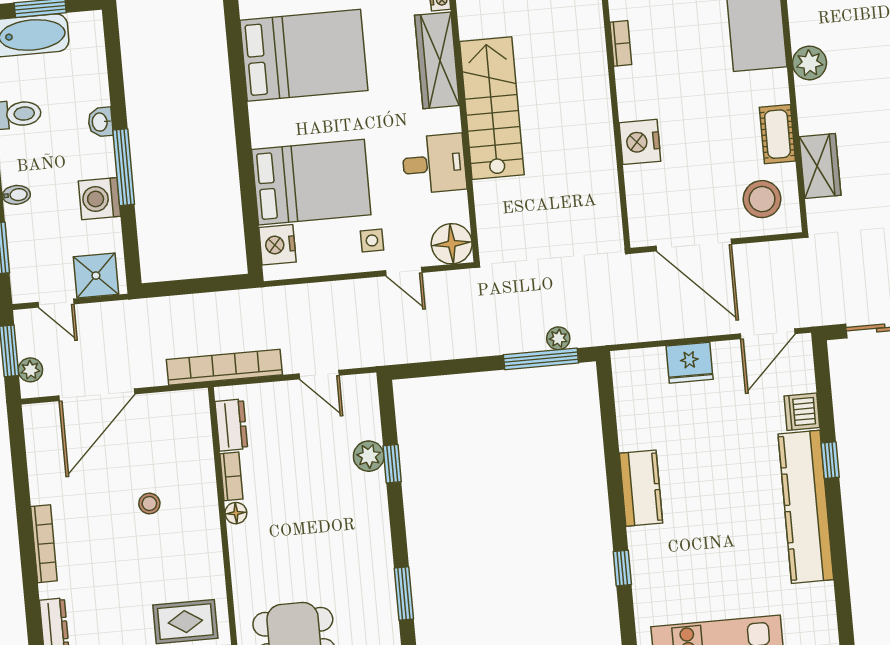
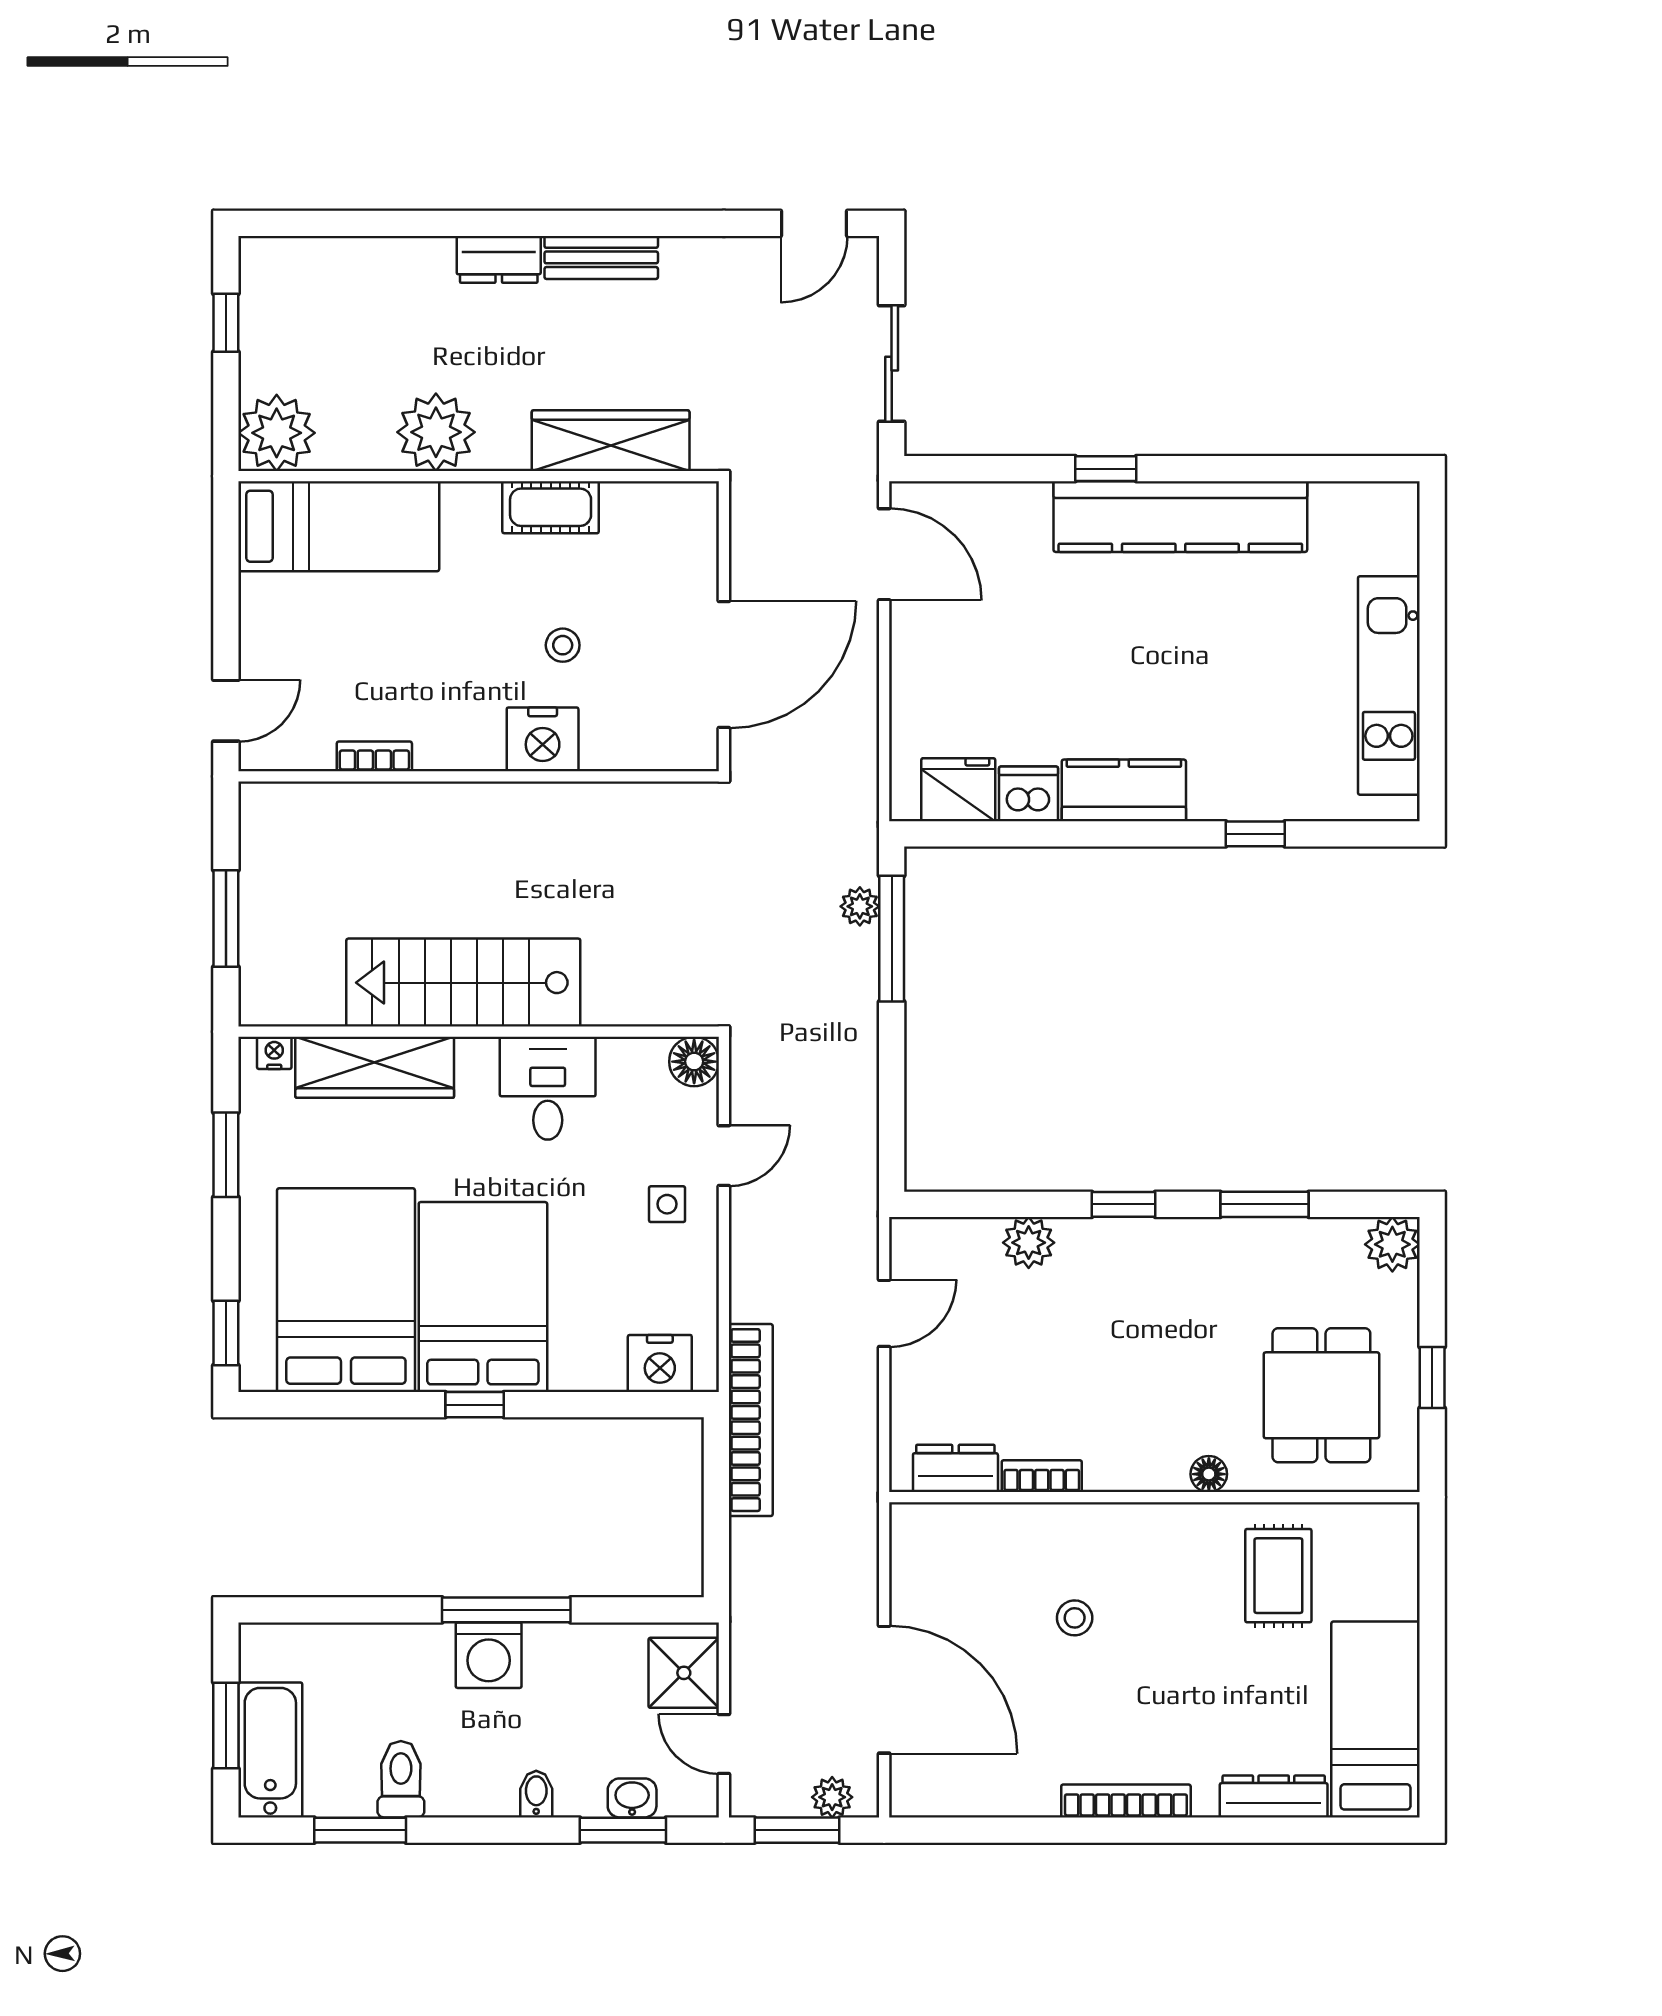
plant: (809, 63) -> (436, 432), width x1.36, depth x1.36
washbasin: (100, 122) -> (632, 1798), moved, turned 180
window: (243, 138) -> (475, 1405), added
wardrobe: (820, 166) -> (611, 441), width x1.50
bed: (311, 182) -> (483, 1297), moved
washing machine: (99, 199) -> (489, 1655), moved
stool: (762, 199) -> (563, 645), moved, width x0.53, depth x0.53
floor lamp: (452, 244) -> (694, 1062), width x0.73, depth x0.73
door: (56, 303) -> (724, 1744), swing flipped
fridge: (690, 363) -> (958, 790), moved, turned -90
bookcase: (224, 367) -> (751, 1420), moved, turned 180
dishwasher: (802, 412) -> (1028, 794), moved, turned 180
window: (392, 464) -> (1124, 1204), moved
floor lamp: (236, 513) -> (1209, 1474), moved

